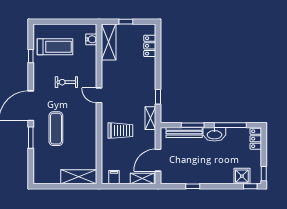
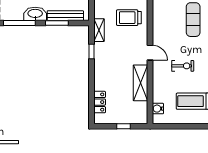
shelving: (109, 42) -> (141, 83), moved

